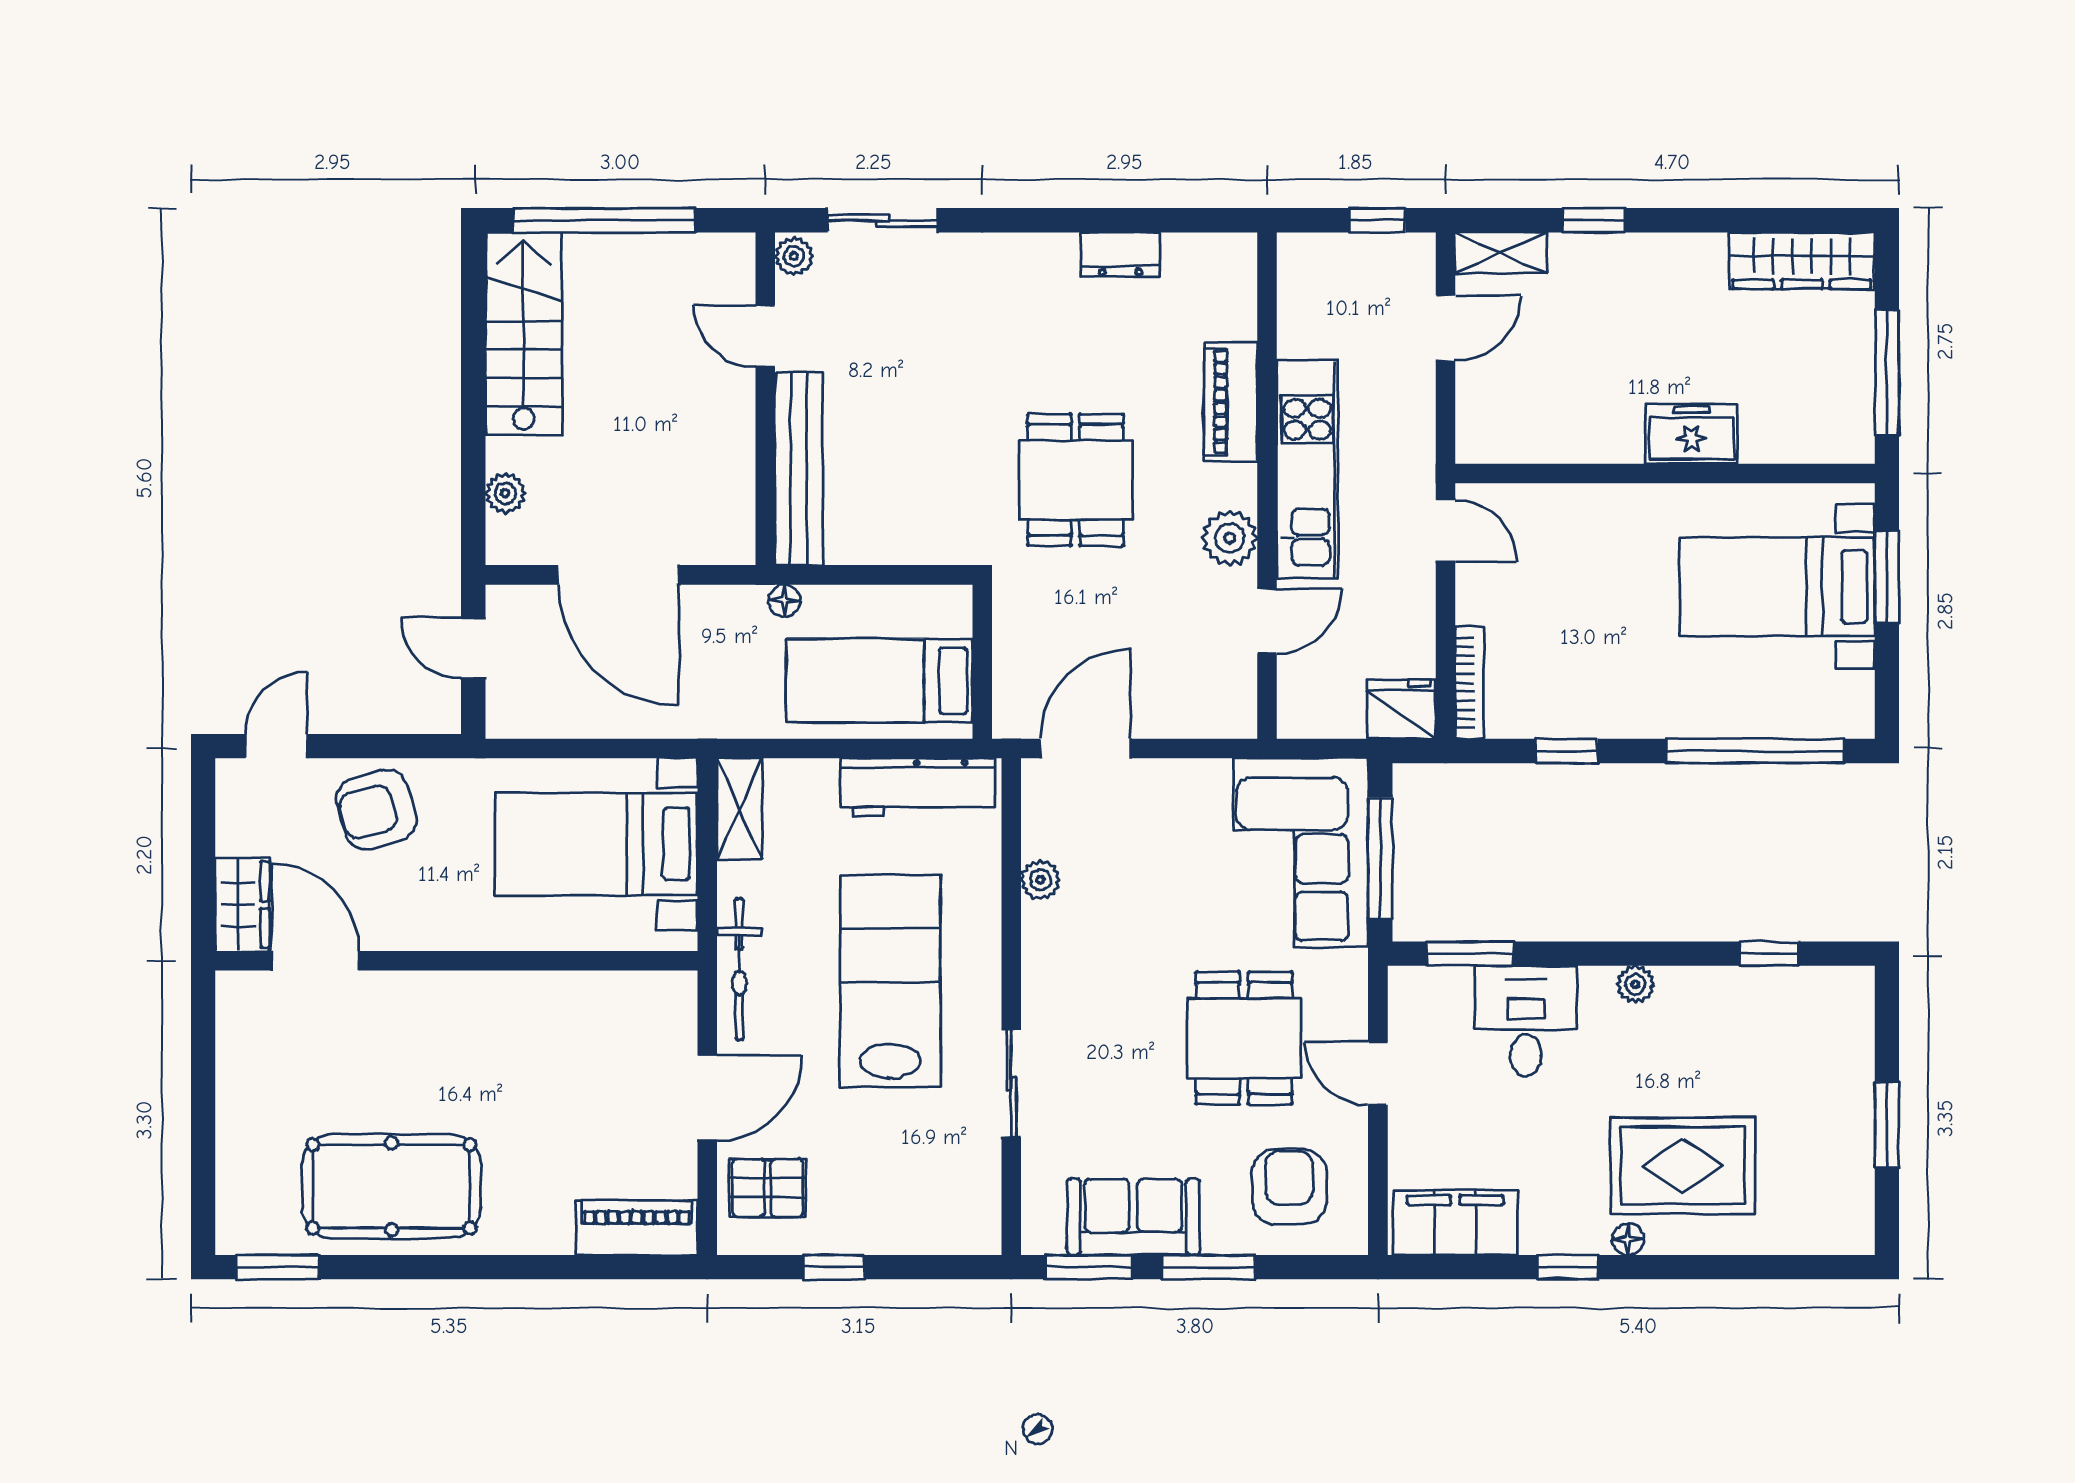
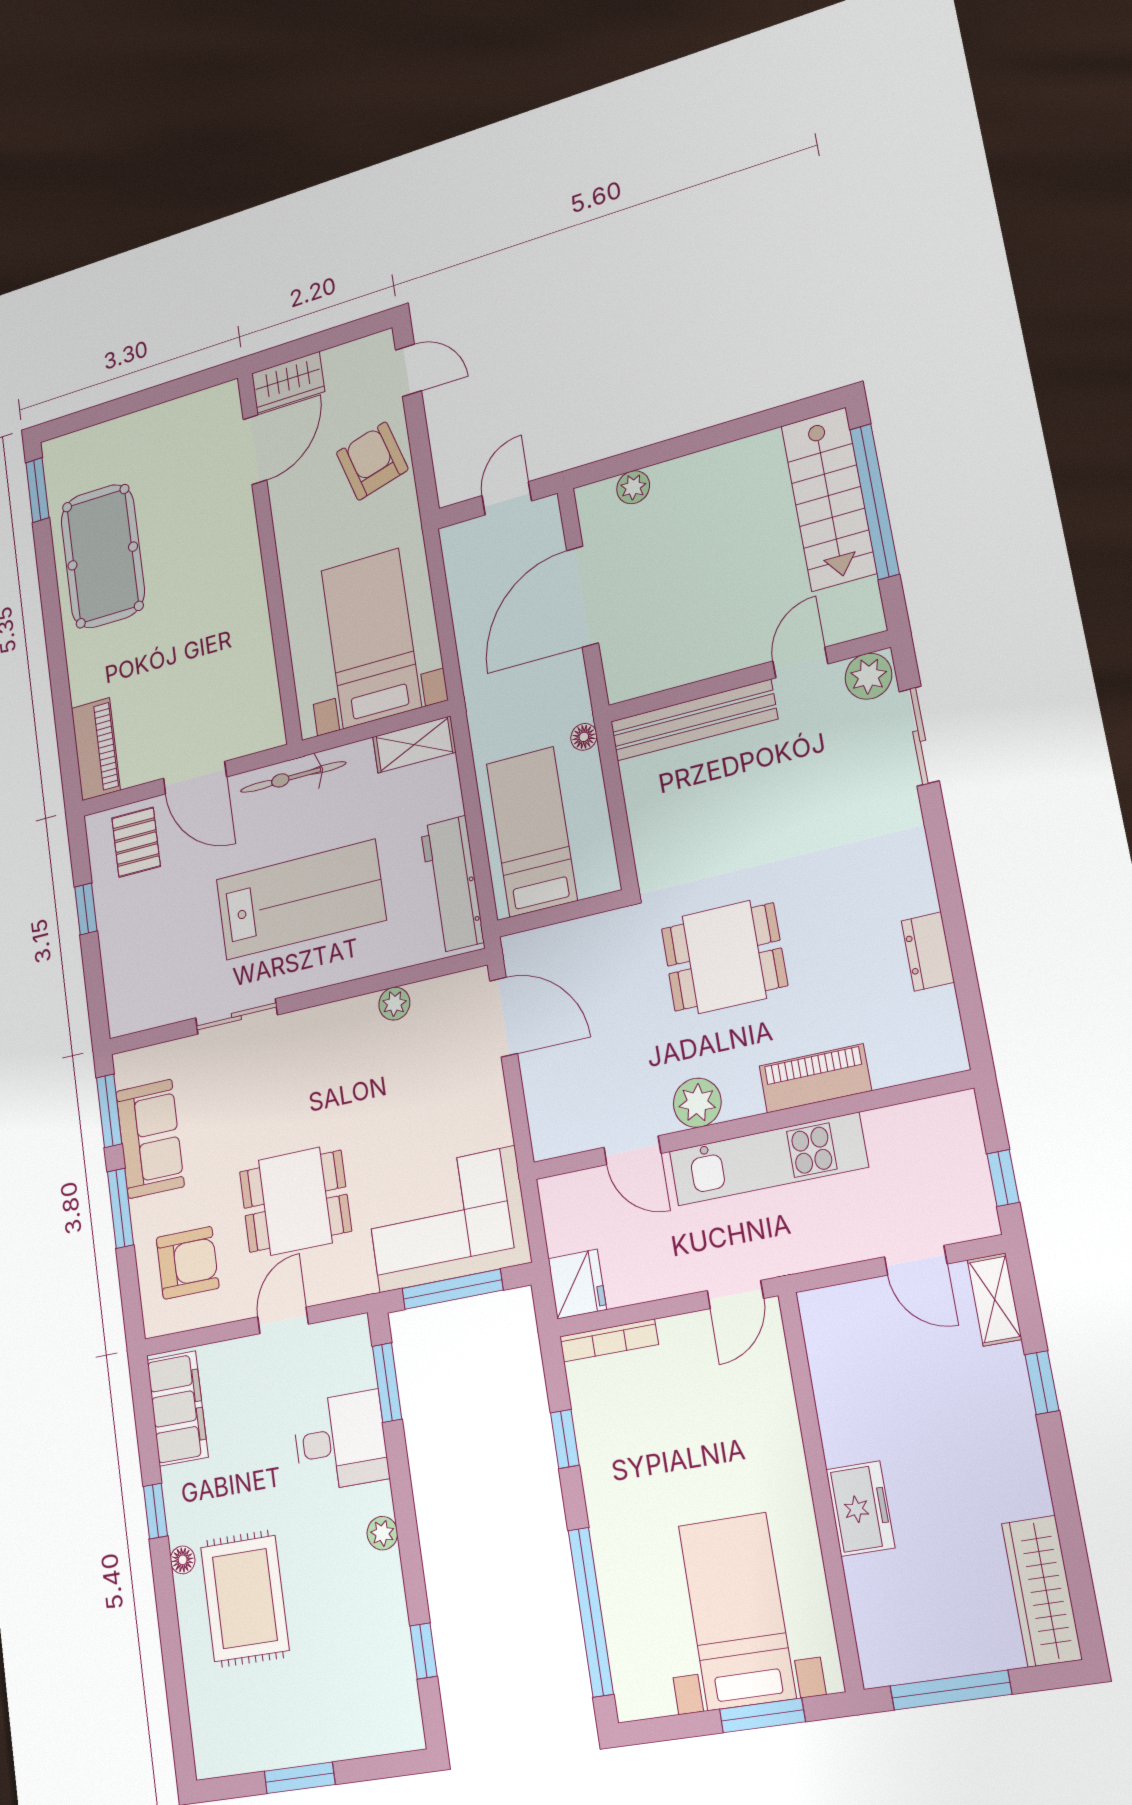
plant: (794, 256) -> (868, 676), width x1.38, depth x1.38
stairs: (524, 334) -> (829, 499), moved, turned 90

